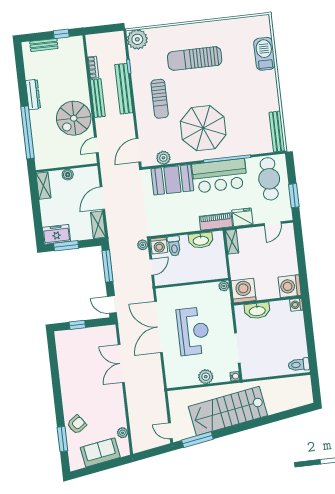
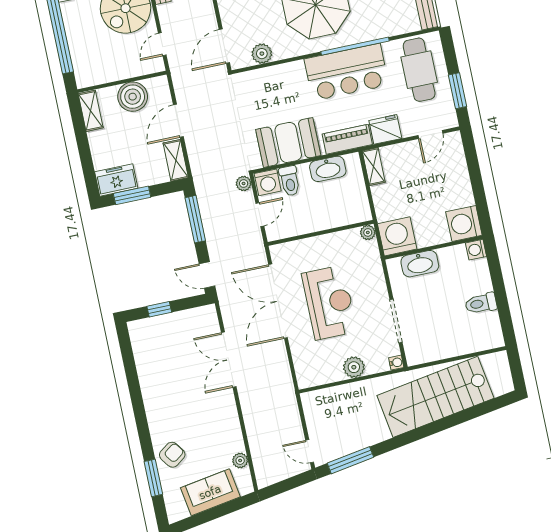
boiler: (68, 175) -> (133, 97), width x1.86, depth x1.86
booth: (172, 180) -> (288, 142), moved
toilet: (299, 365) -> (481, 303), moved
stairs: (228, 411) -> (435, 397), moved

